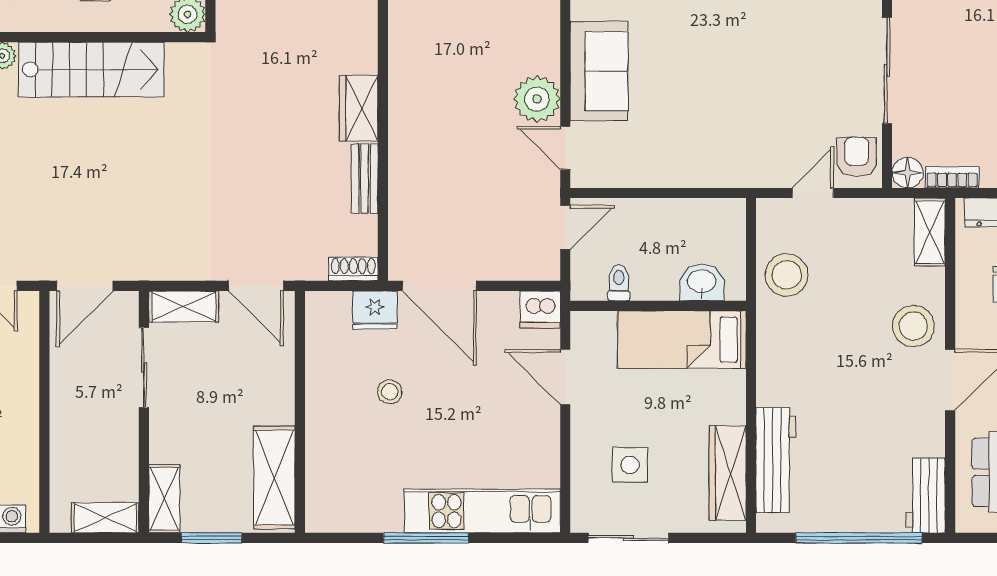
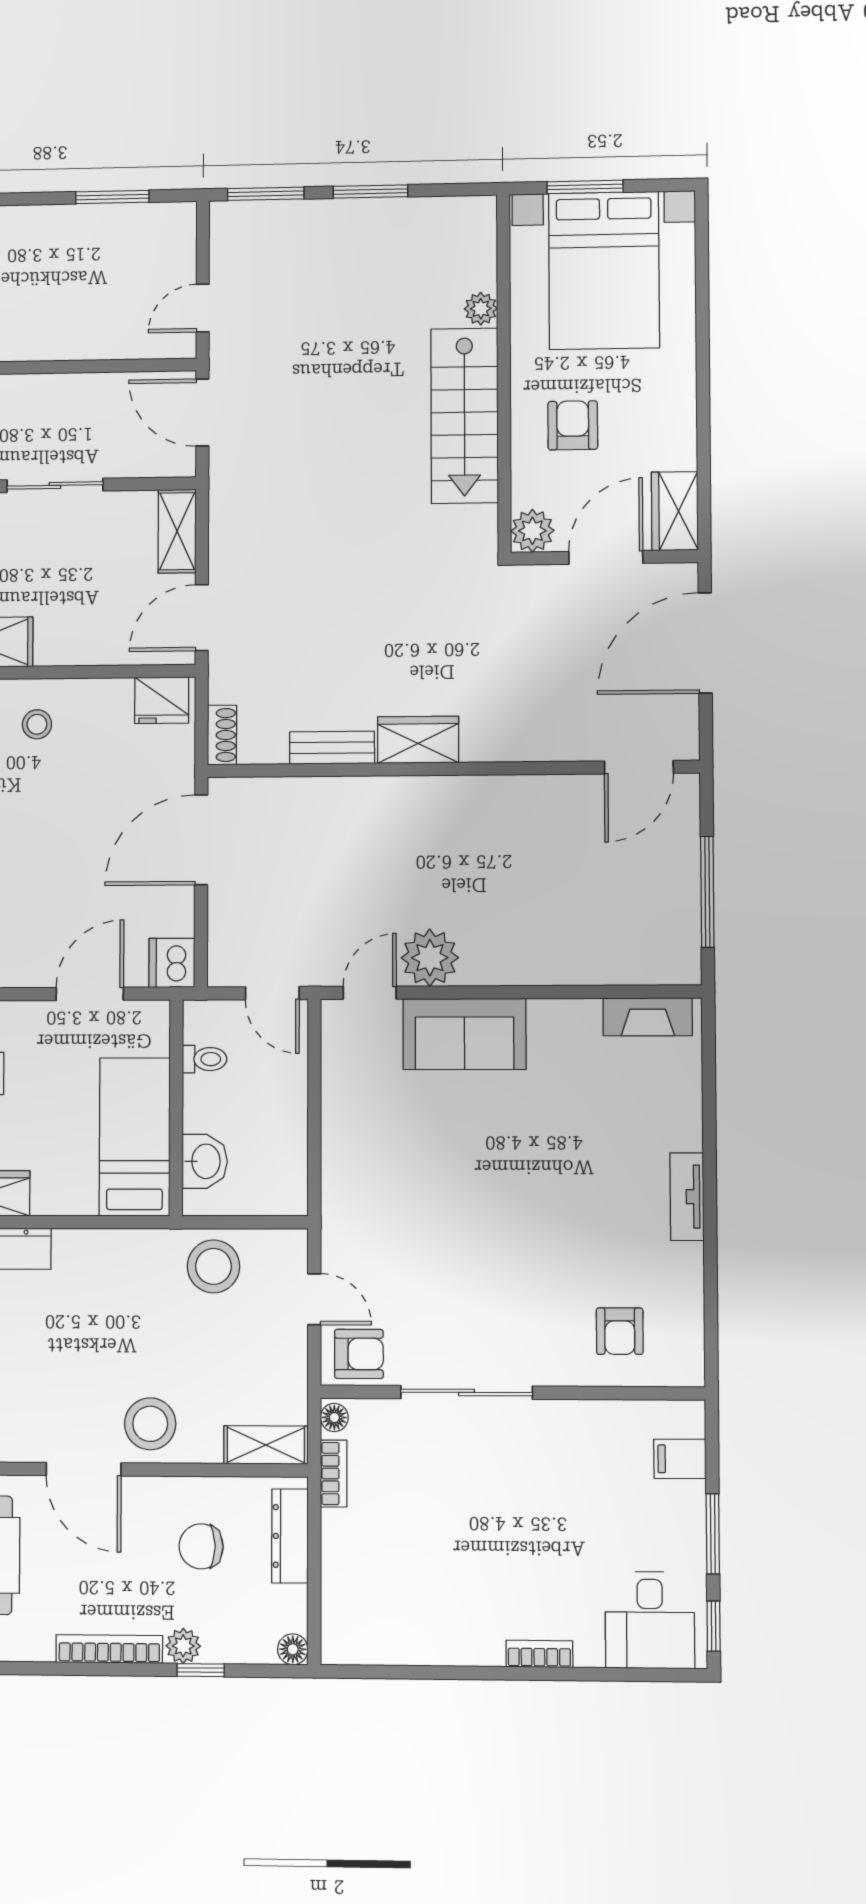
floor lamp: (908, 173) -> (334, 1418), width x0.73, depth x0.73
fridge: (375, 310) -> (162, 700), moved, turned -90
sliding door: (144, 367) -> (55, 485), moved
stool: (390, 392) -> (37, 724), moved

